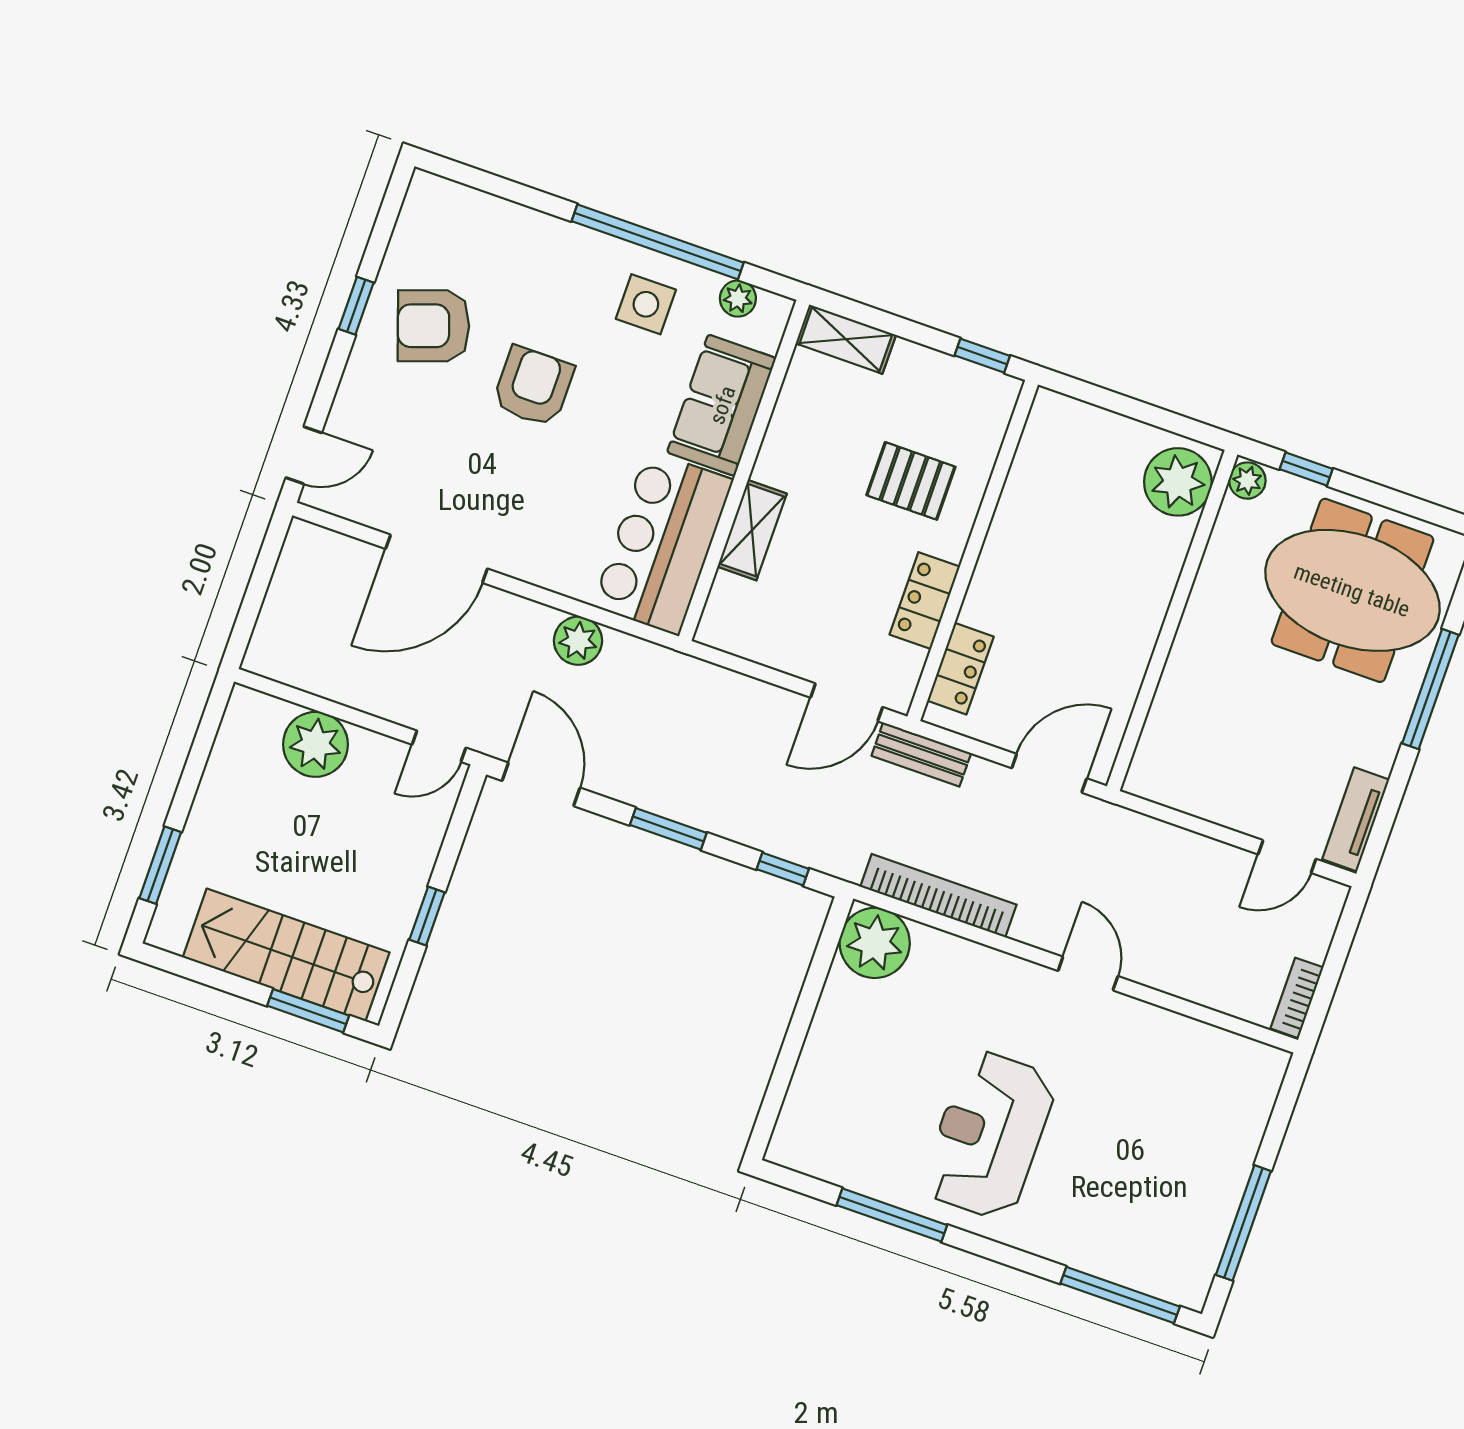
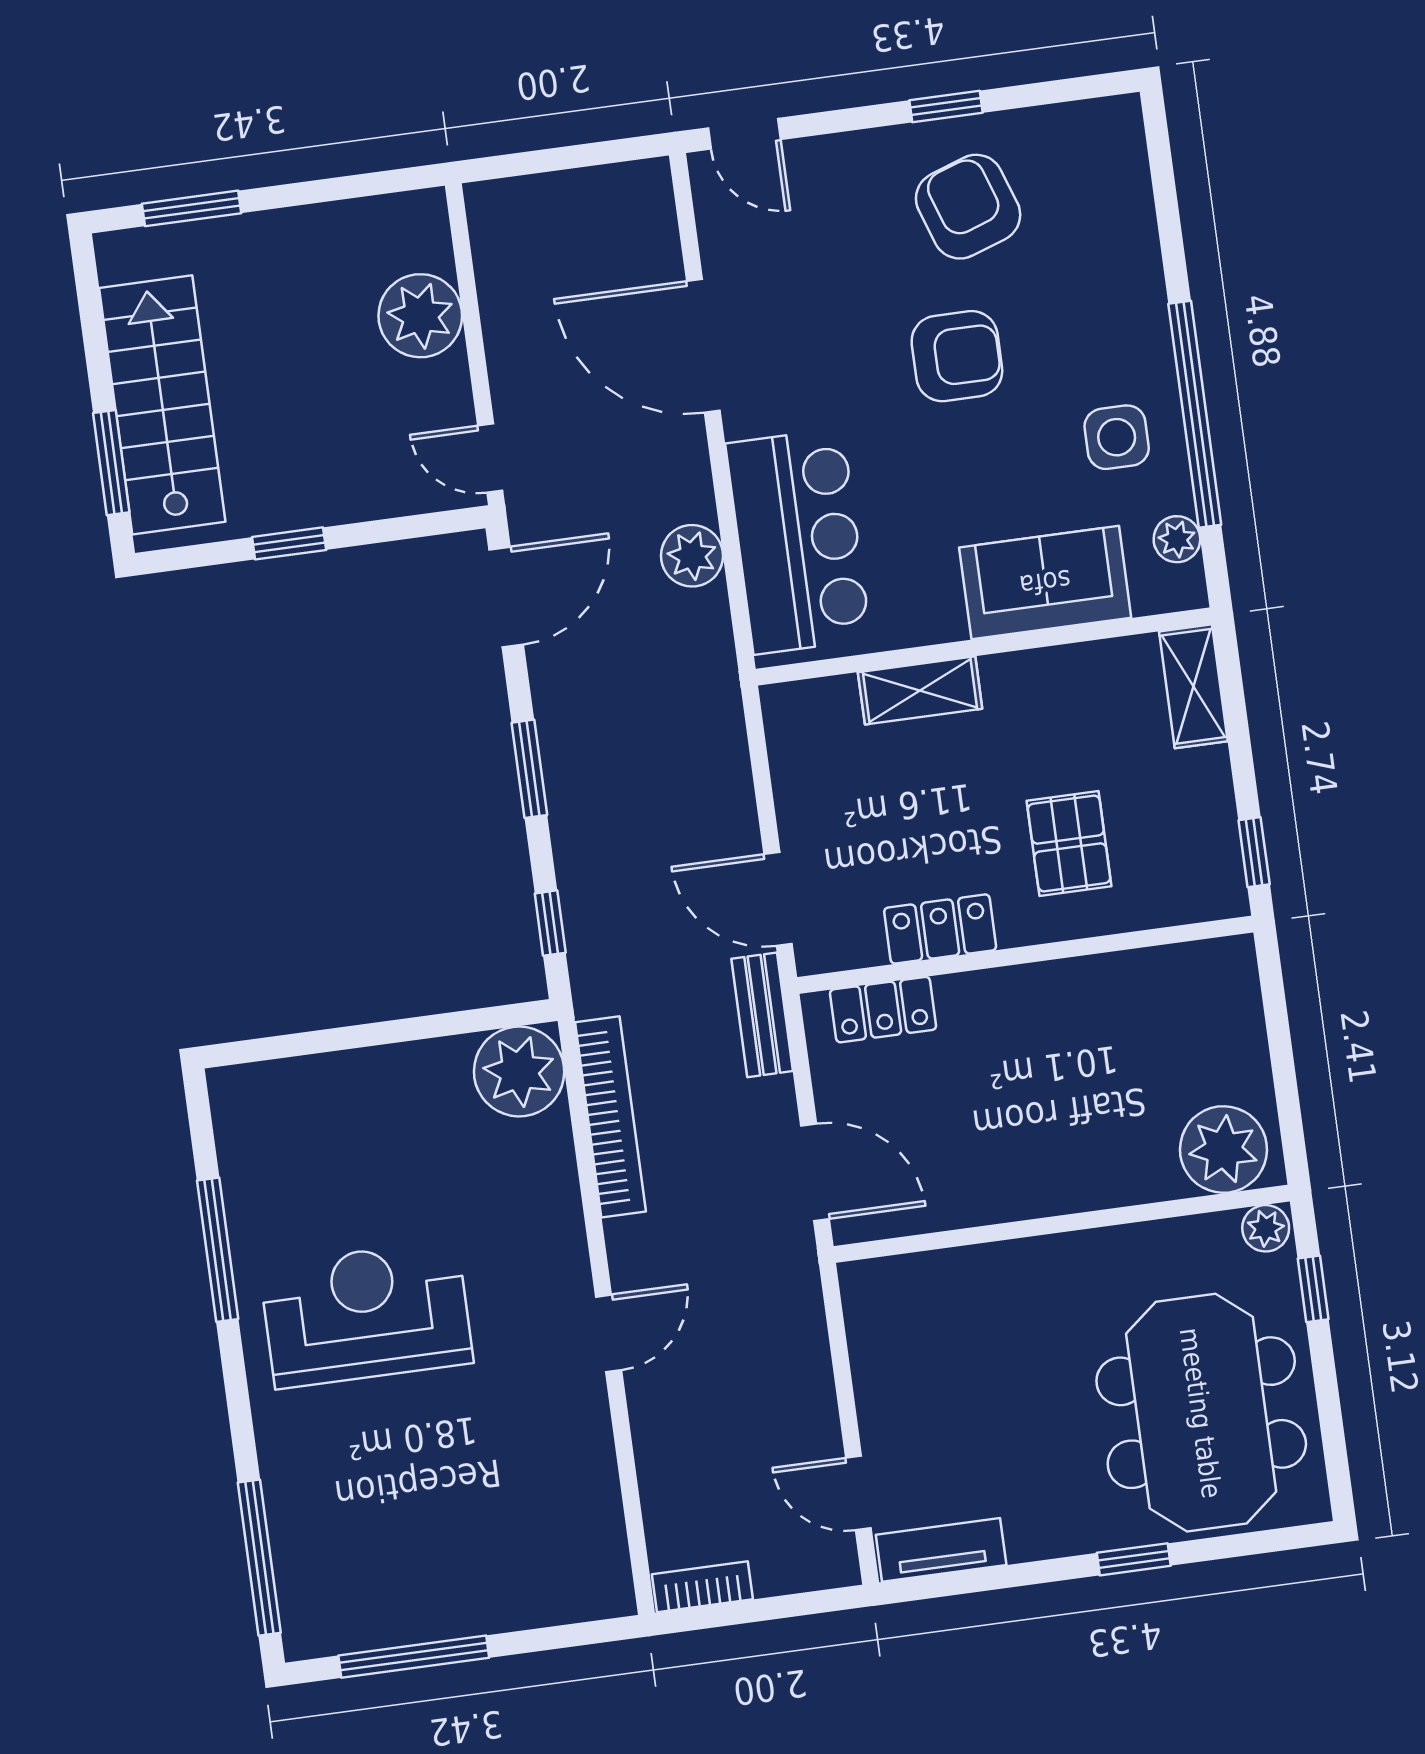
bar counter: (663, 543) -> (798, 541), moved, turned 90
window: (1430, 689) -> (1134, 1559), width x0.46

